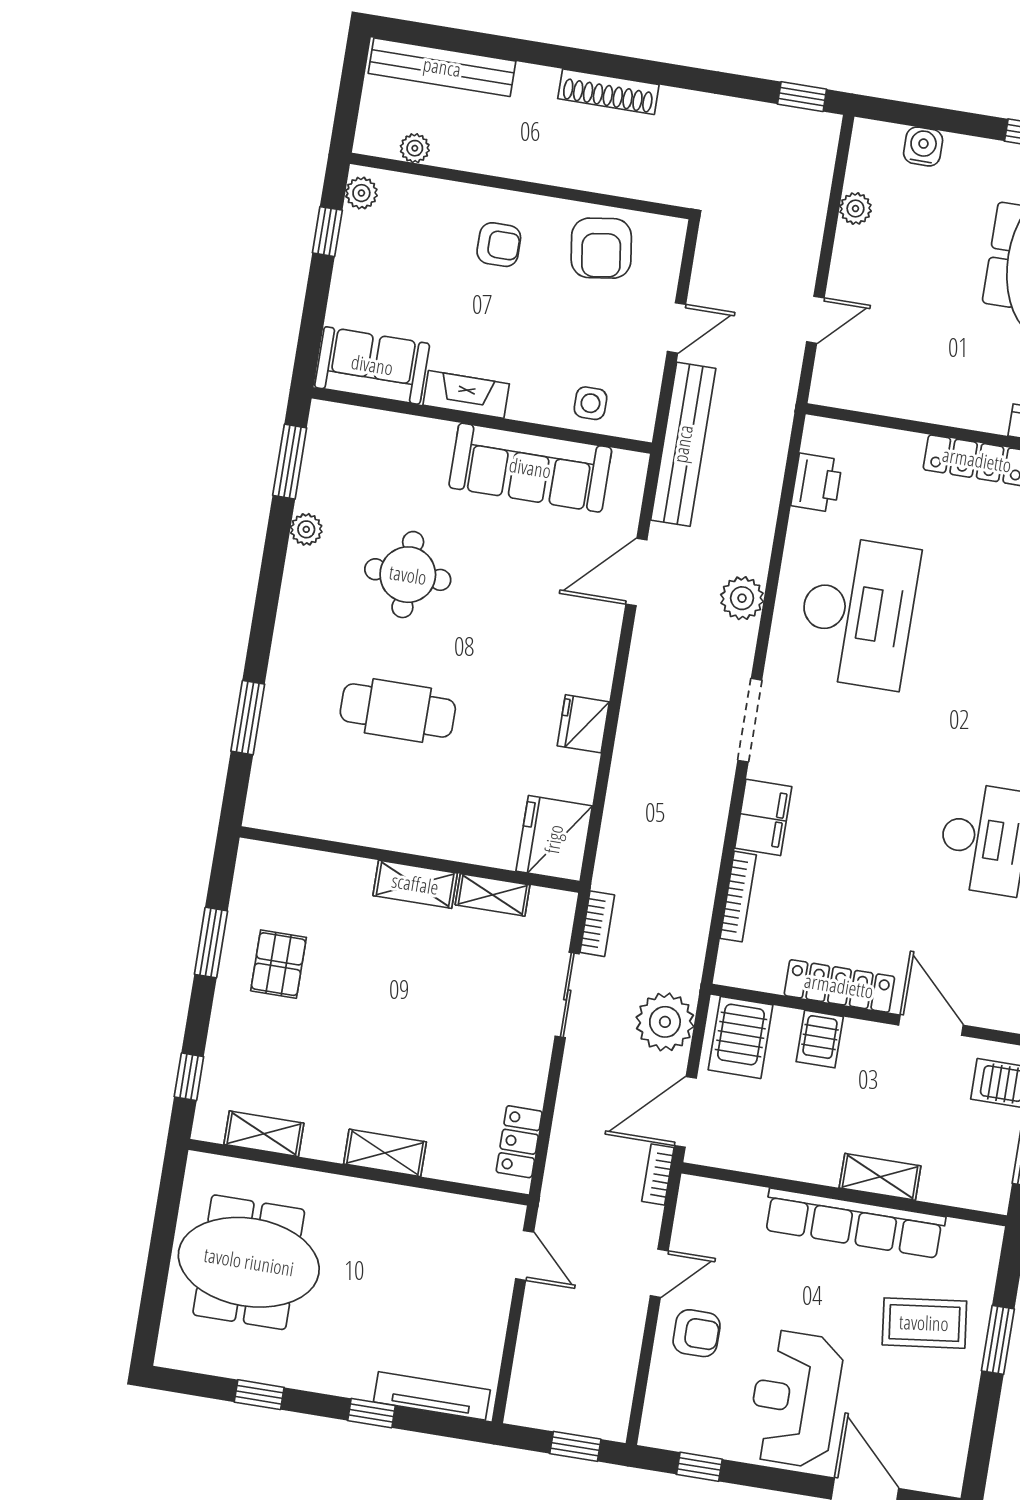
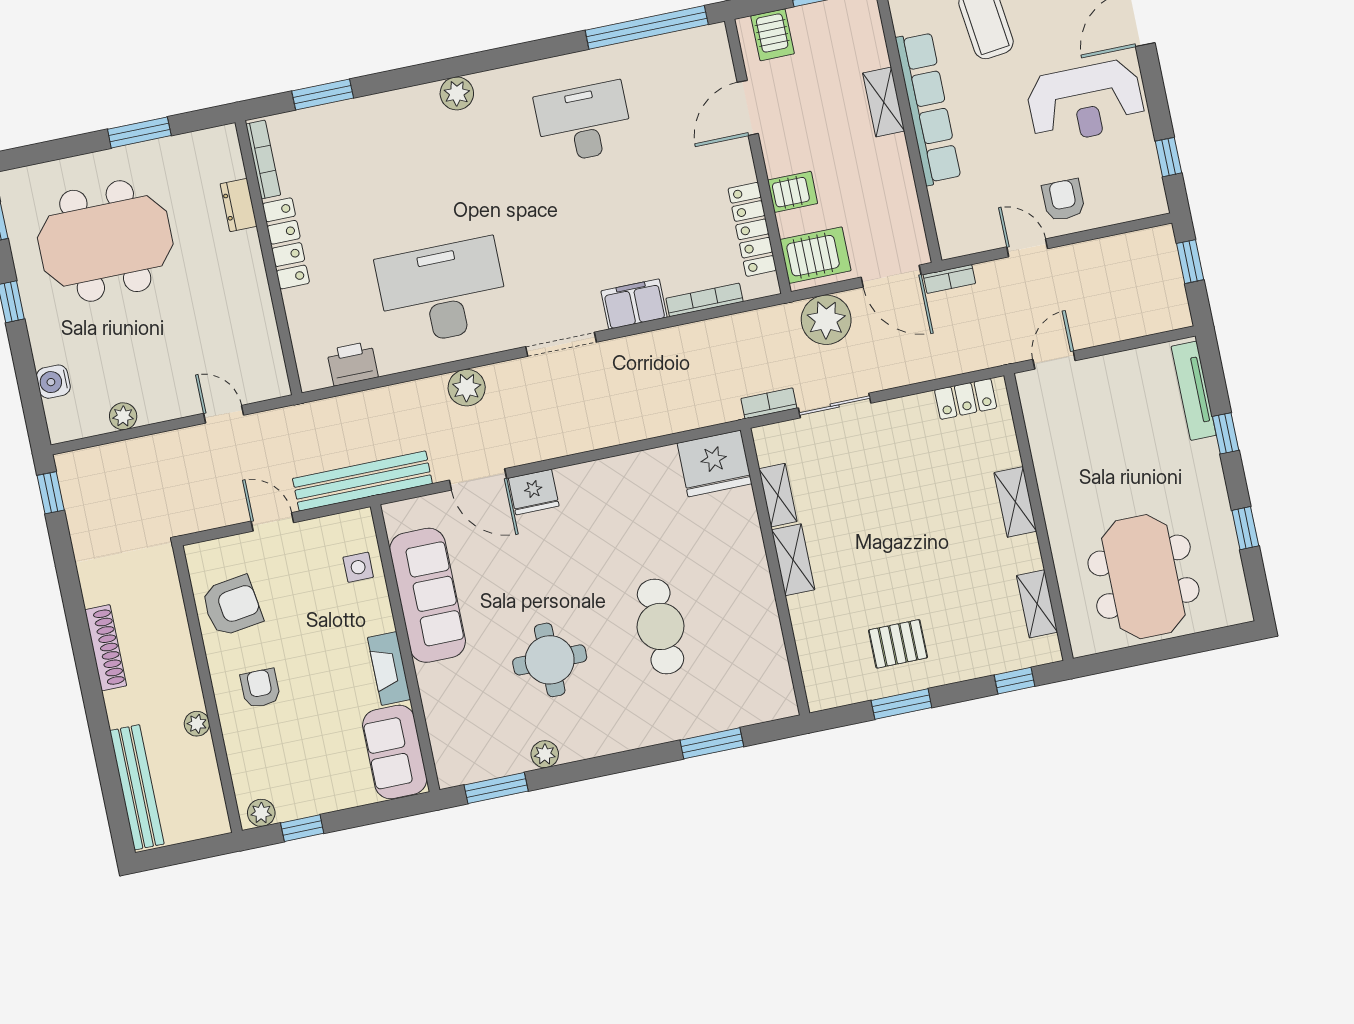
plant: (415, 148) -> (197, 724), moved
fridge: (583, 724) -> (534, 492), moved
locker: (839, 986) -> (752, 229), moved

